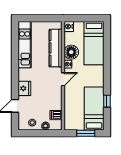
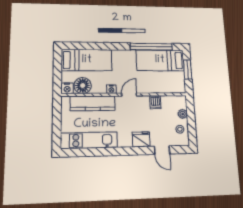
floor lamp: (71, 52) -> (83, 85), moved
door: (63, 79) -> (129, 95), hinge flipped
window: (107, 101) -> (151, 47), width x3.17
dishwasher: (56, 115) -> (155, 102), moved

